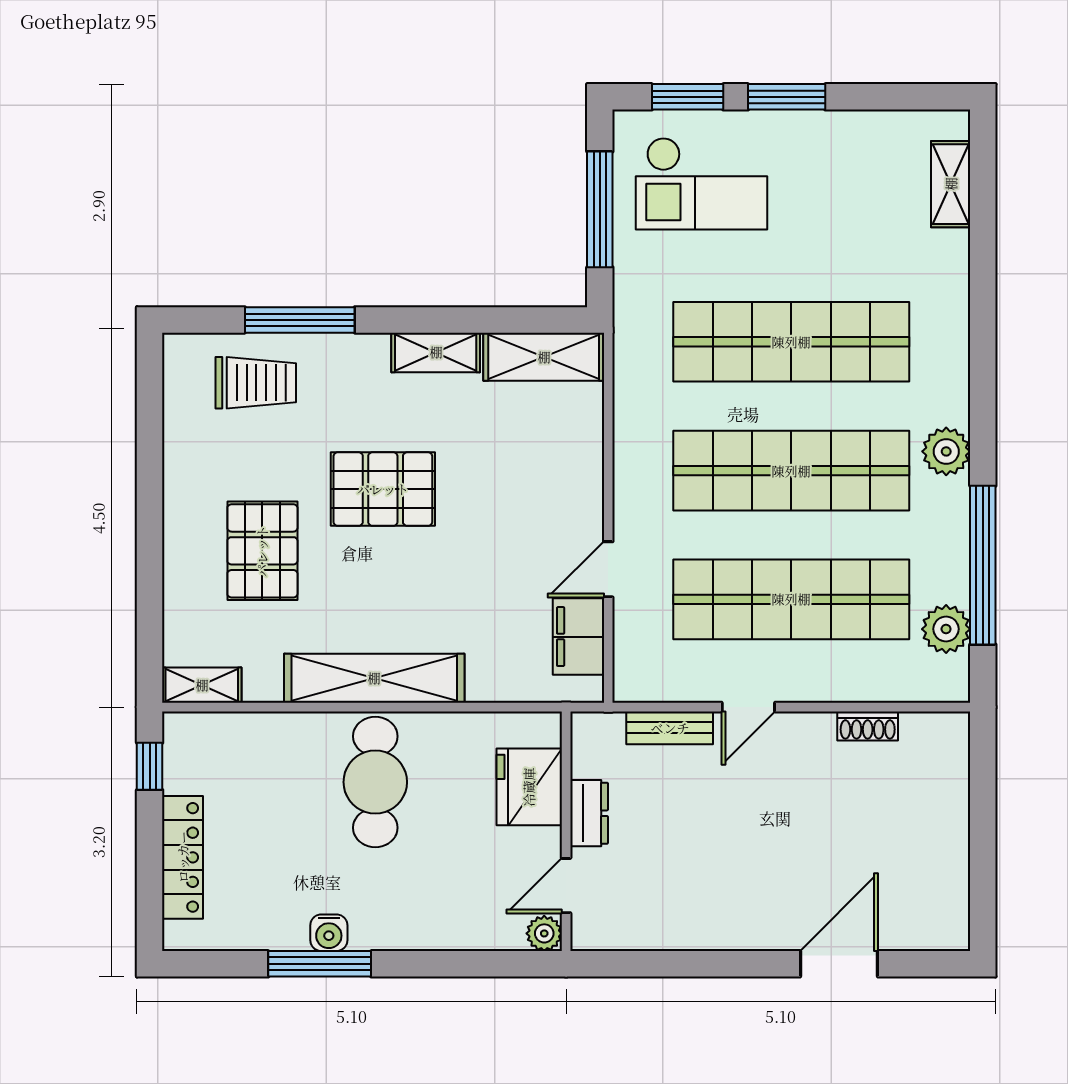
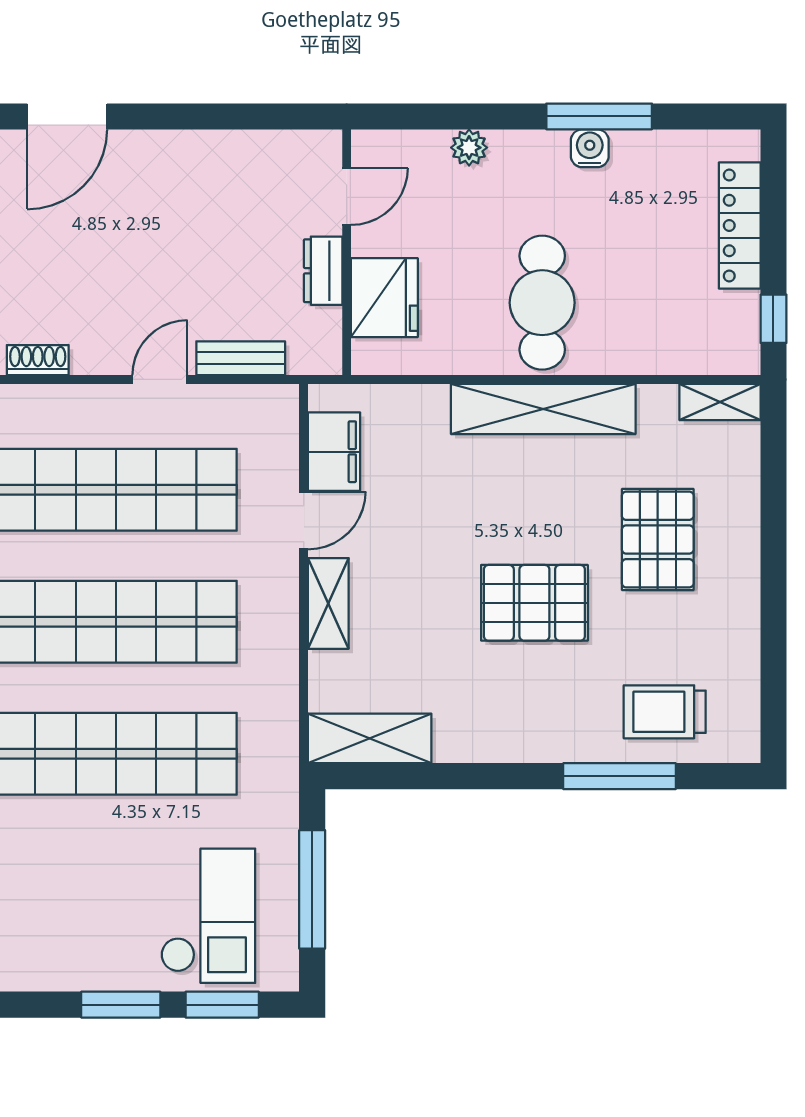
checkout: (701, 184) -> (208, 916), turned 90
shelving: (436, 352) -> (328, 603), moved, turned 90
plant: (544, 933) -> (469, 148), moved

